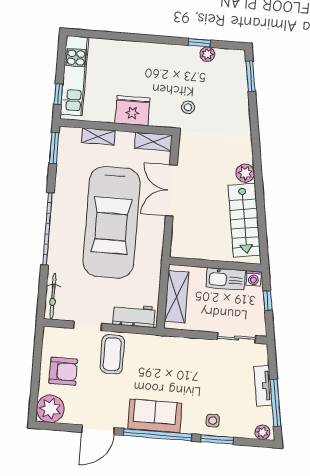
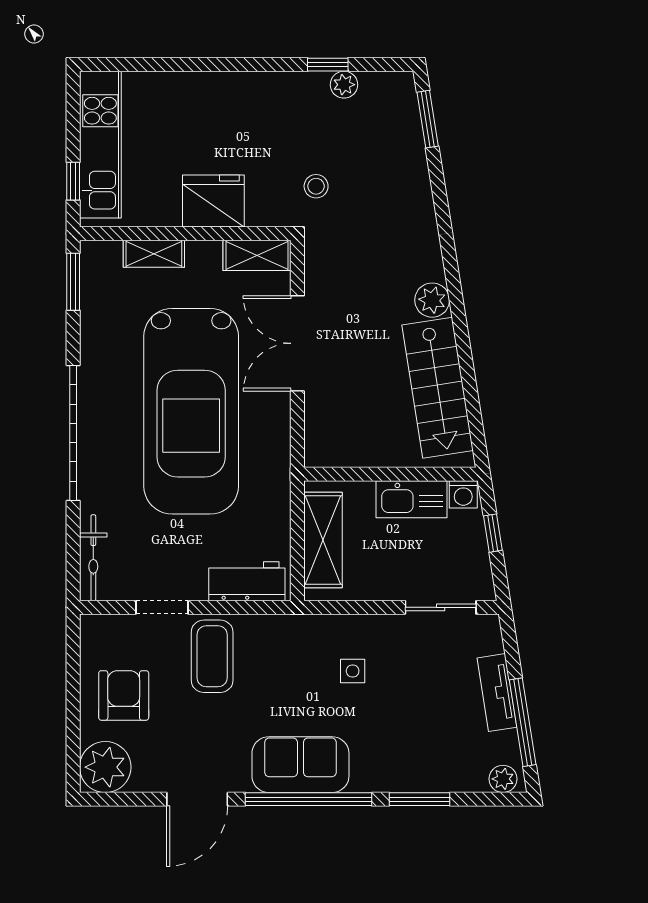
armchair: (63, 371) -> (124, 695), turned -90
side table: (213, 421) -> (353, 671), moved

